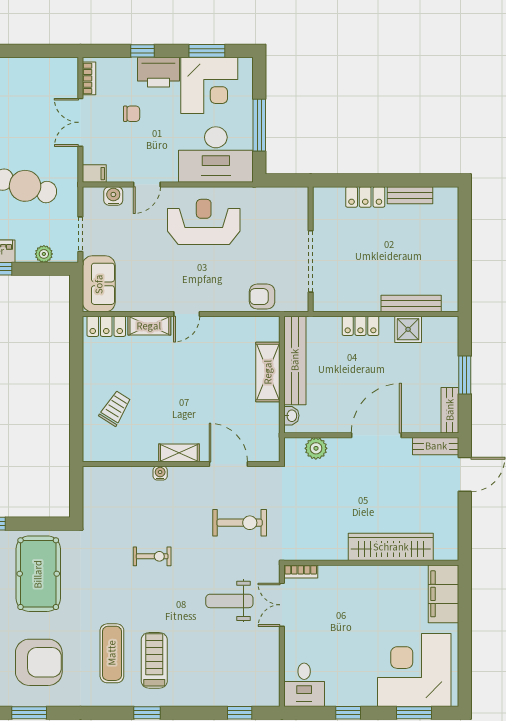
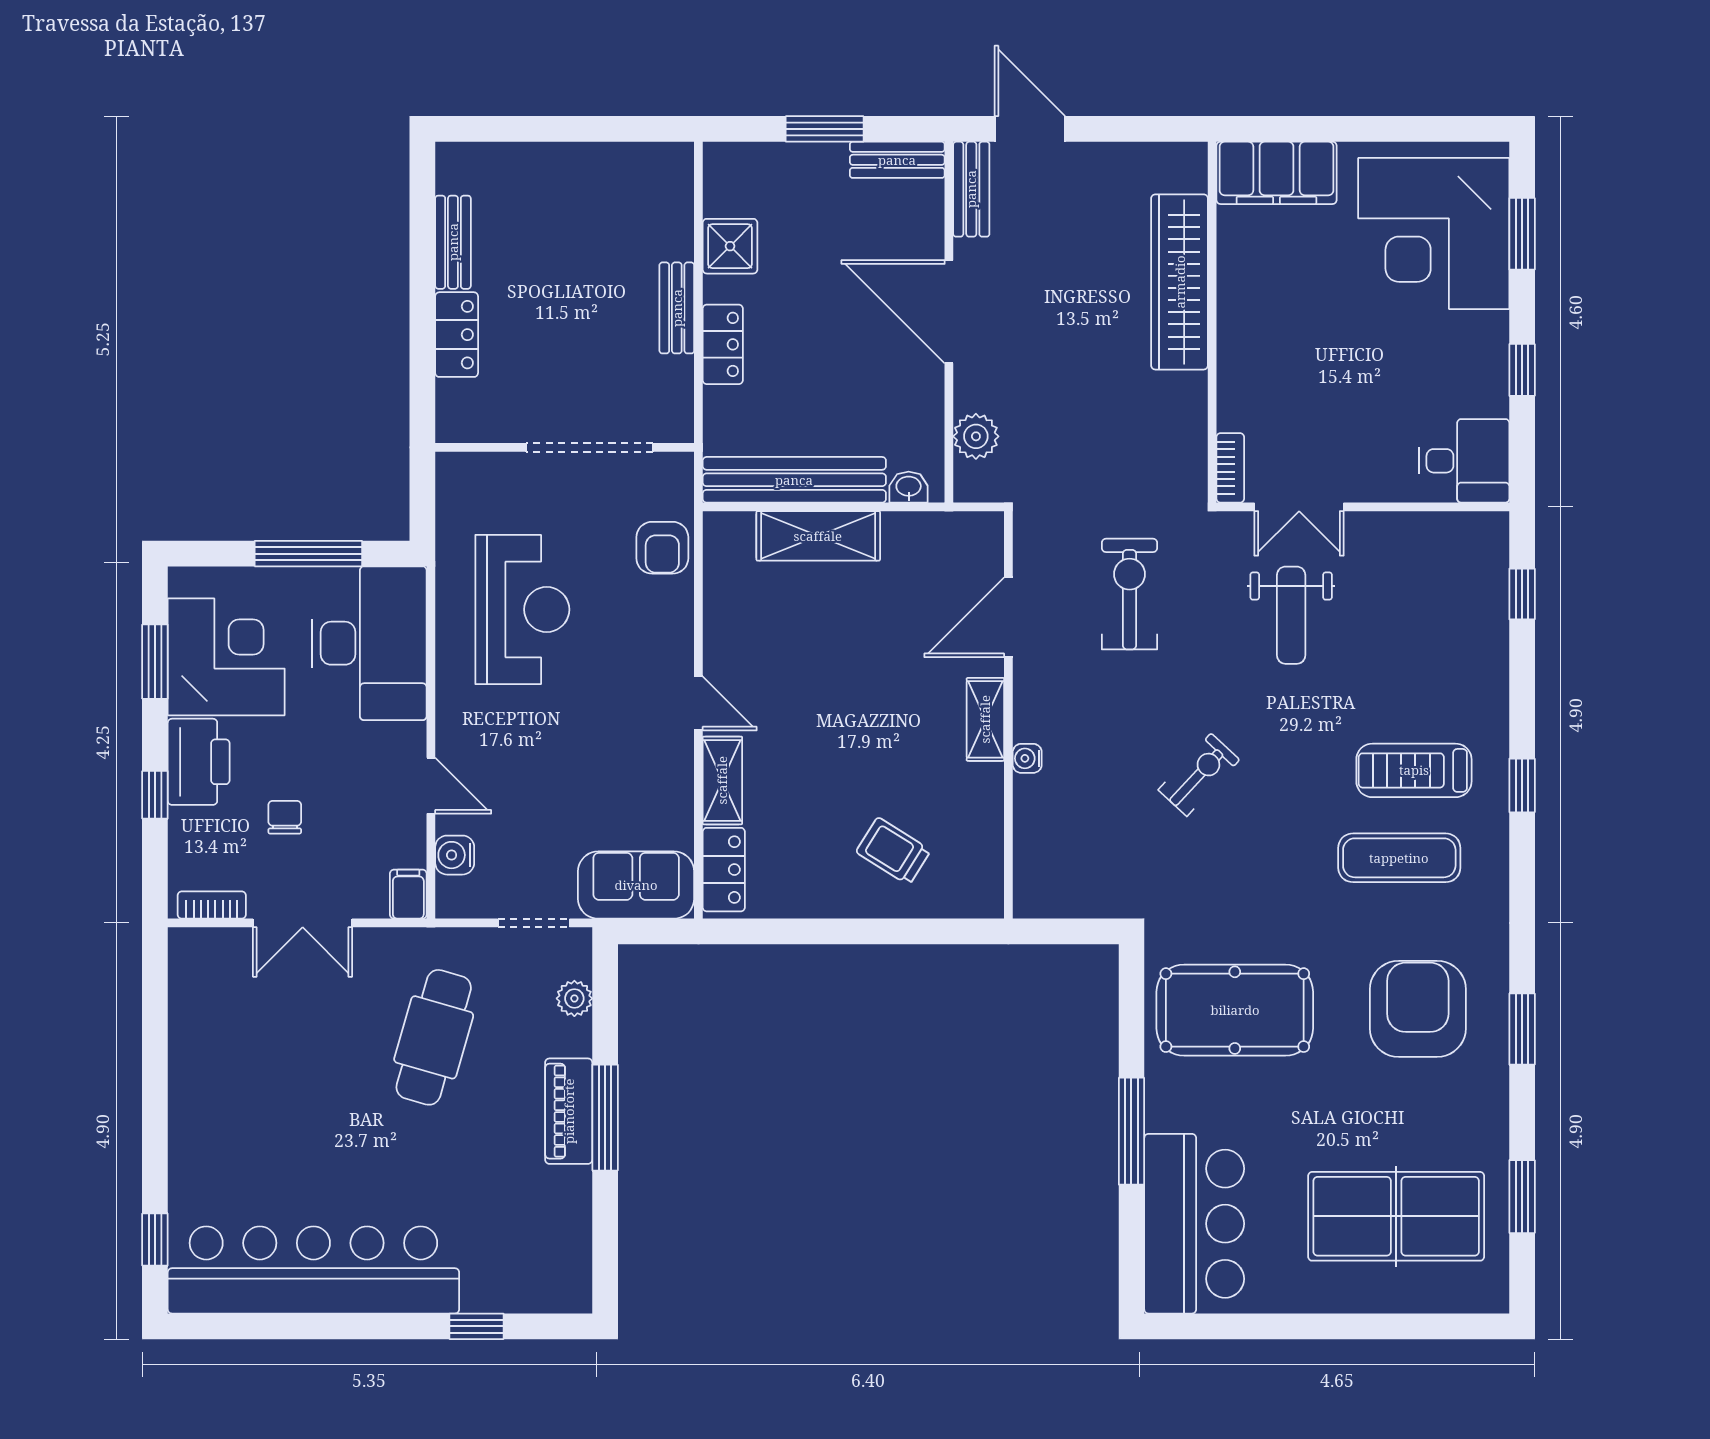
reception desk: (204, 222) -> (522, 609), moved, turned 180
bench: (411, 304) -> (677, 308), moved, width x0.73
exercise bike: (152, 556) -> (1199, 775), turned 43

